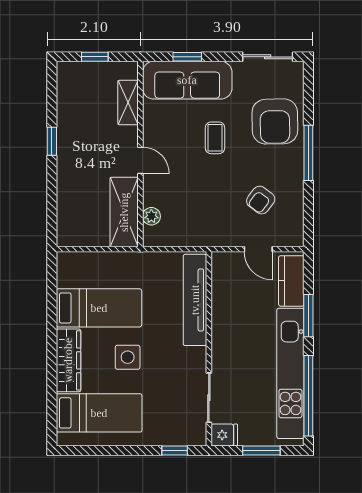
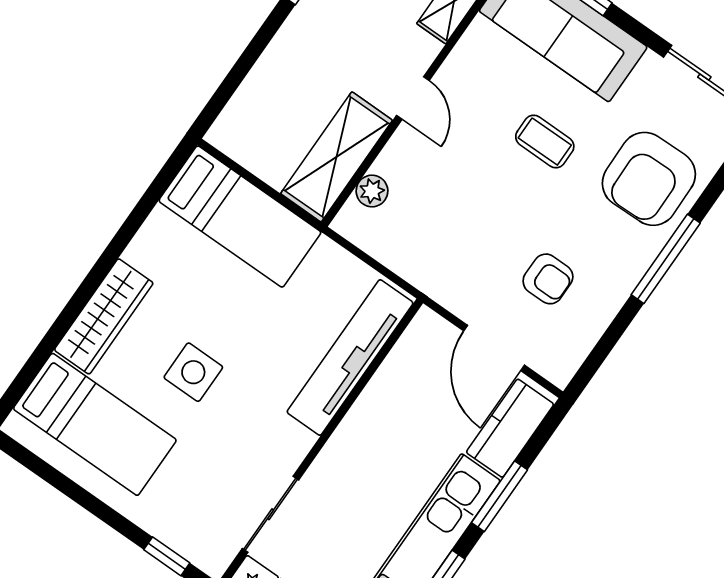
coffee table: (215, 138) -> (545, 142), turned 90
armchair: (261, 200) -> (548, 279), turned -127
door: (258, 249) -> (494, 348), width x1.38
bed: (99, 308) -> (240, 217), moved

